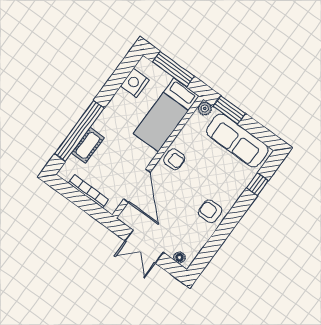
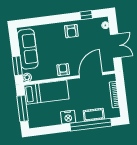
nightstand: (135, 83) -> (68, 117), moved
window: (257, 184) -> (86, 15), moved

